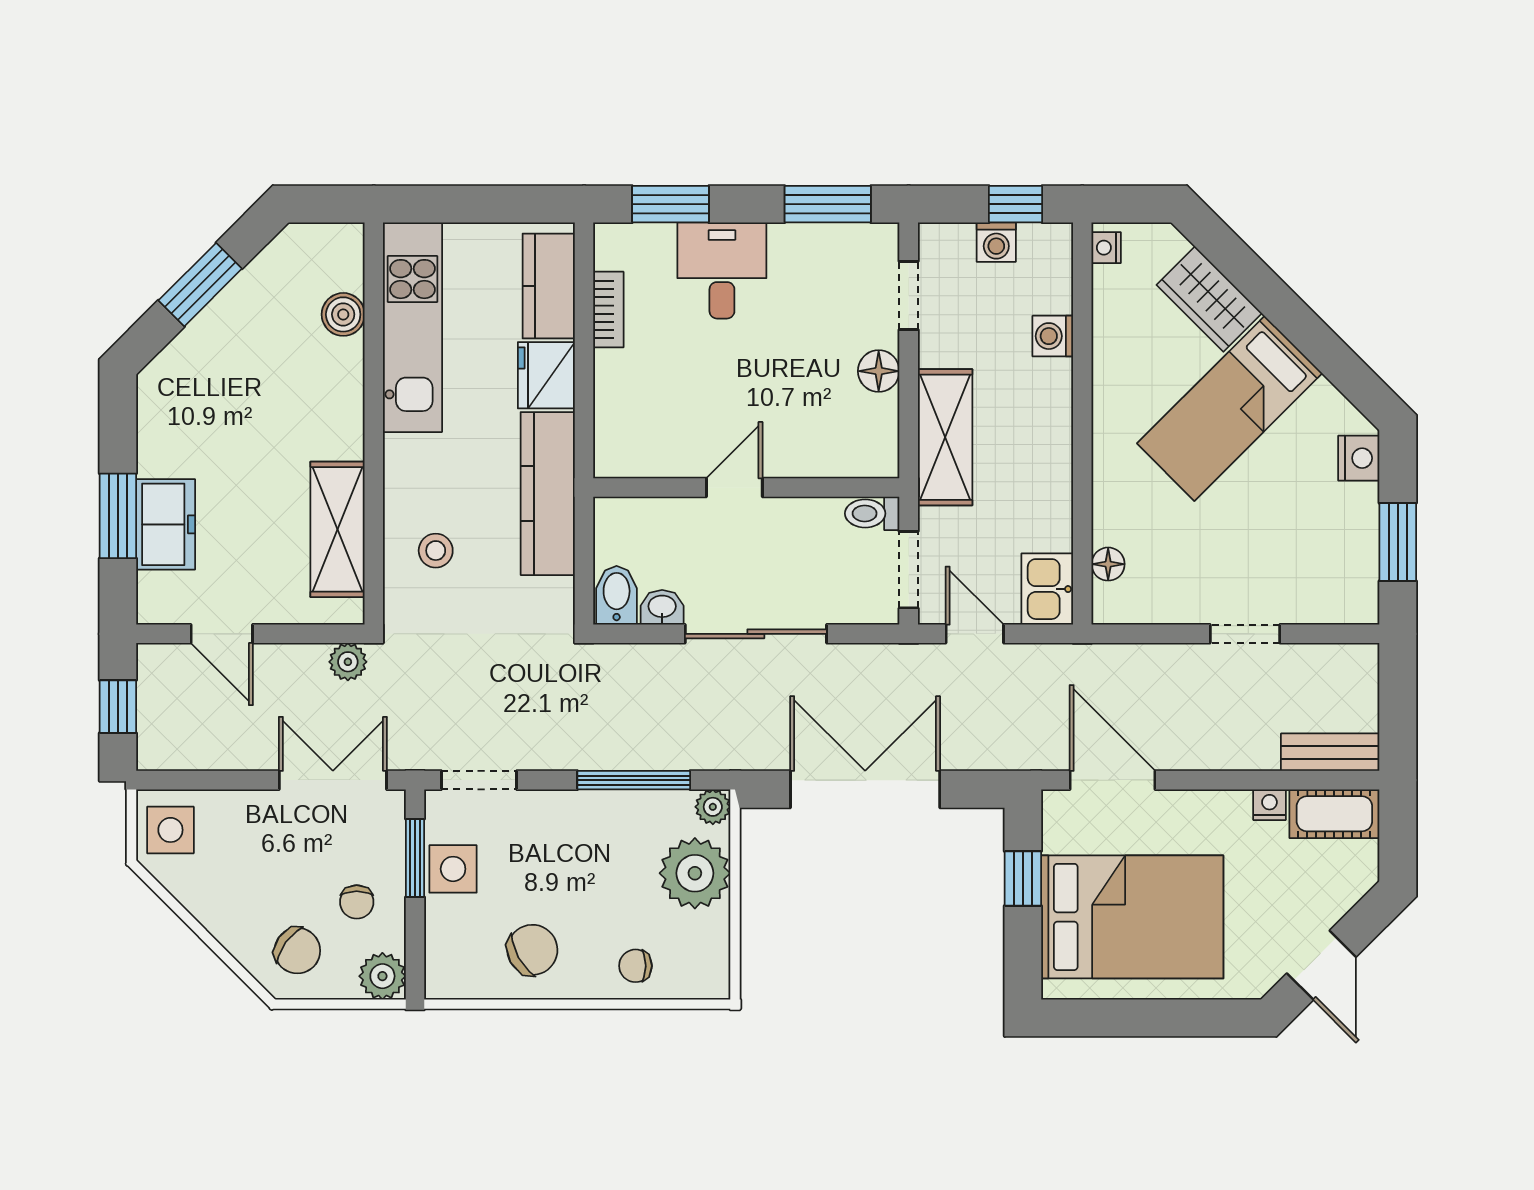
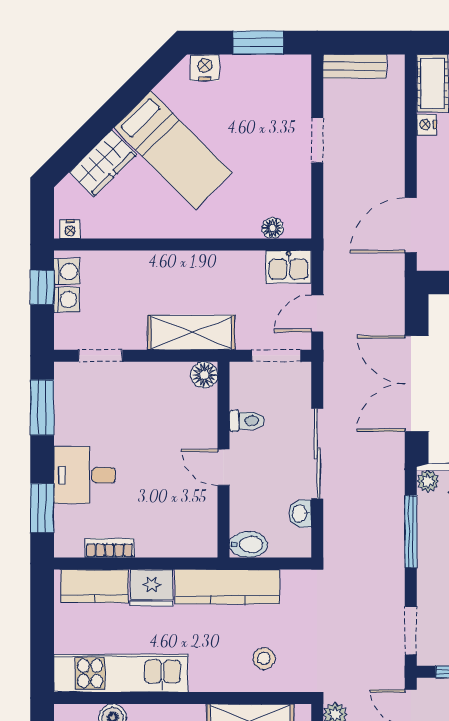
washing machine: (1053, 336) -> (67, 272), moved, turned -90
floor lamp: (879, 371) -> (204, 375), moved
toilet: (872, 513) -> (247, 421), moved, turned -90
bidet: (617, 595) -> (248, 545), moved, turned 180
bench: (1330, 752) -> (355, 66), moved, turned 90

